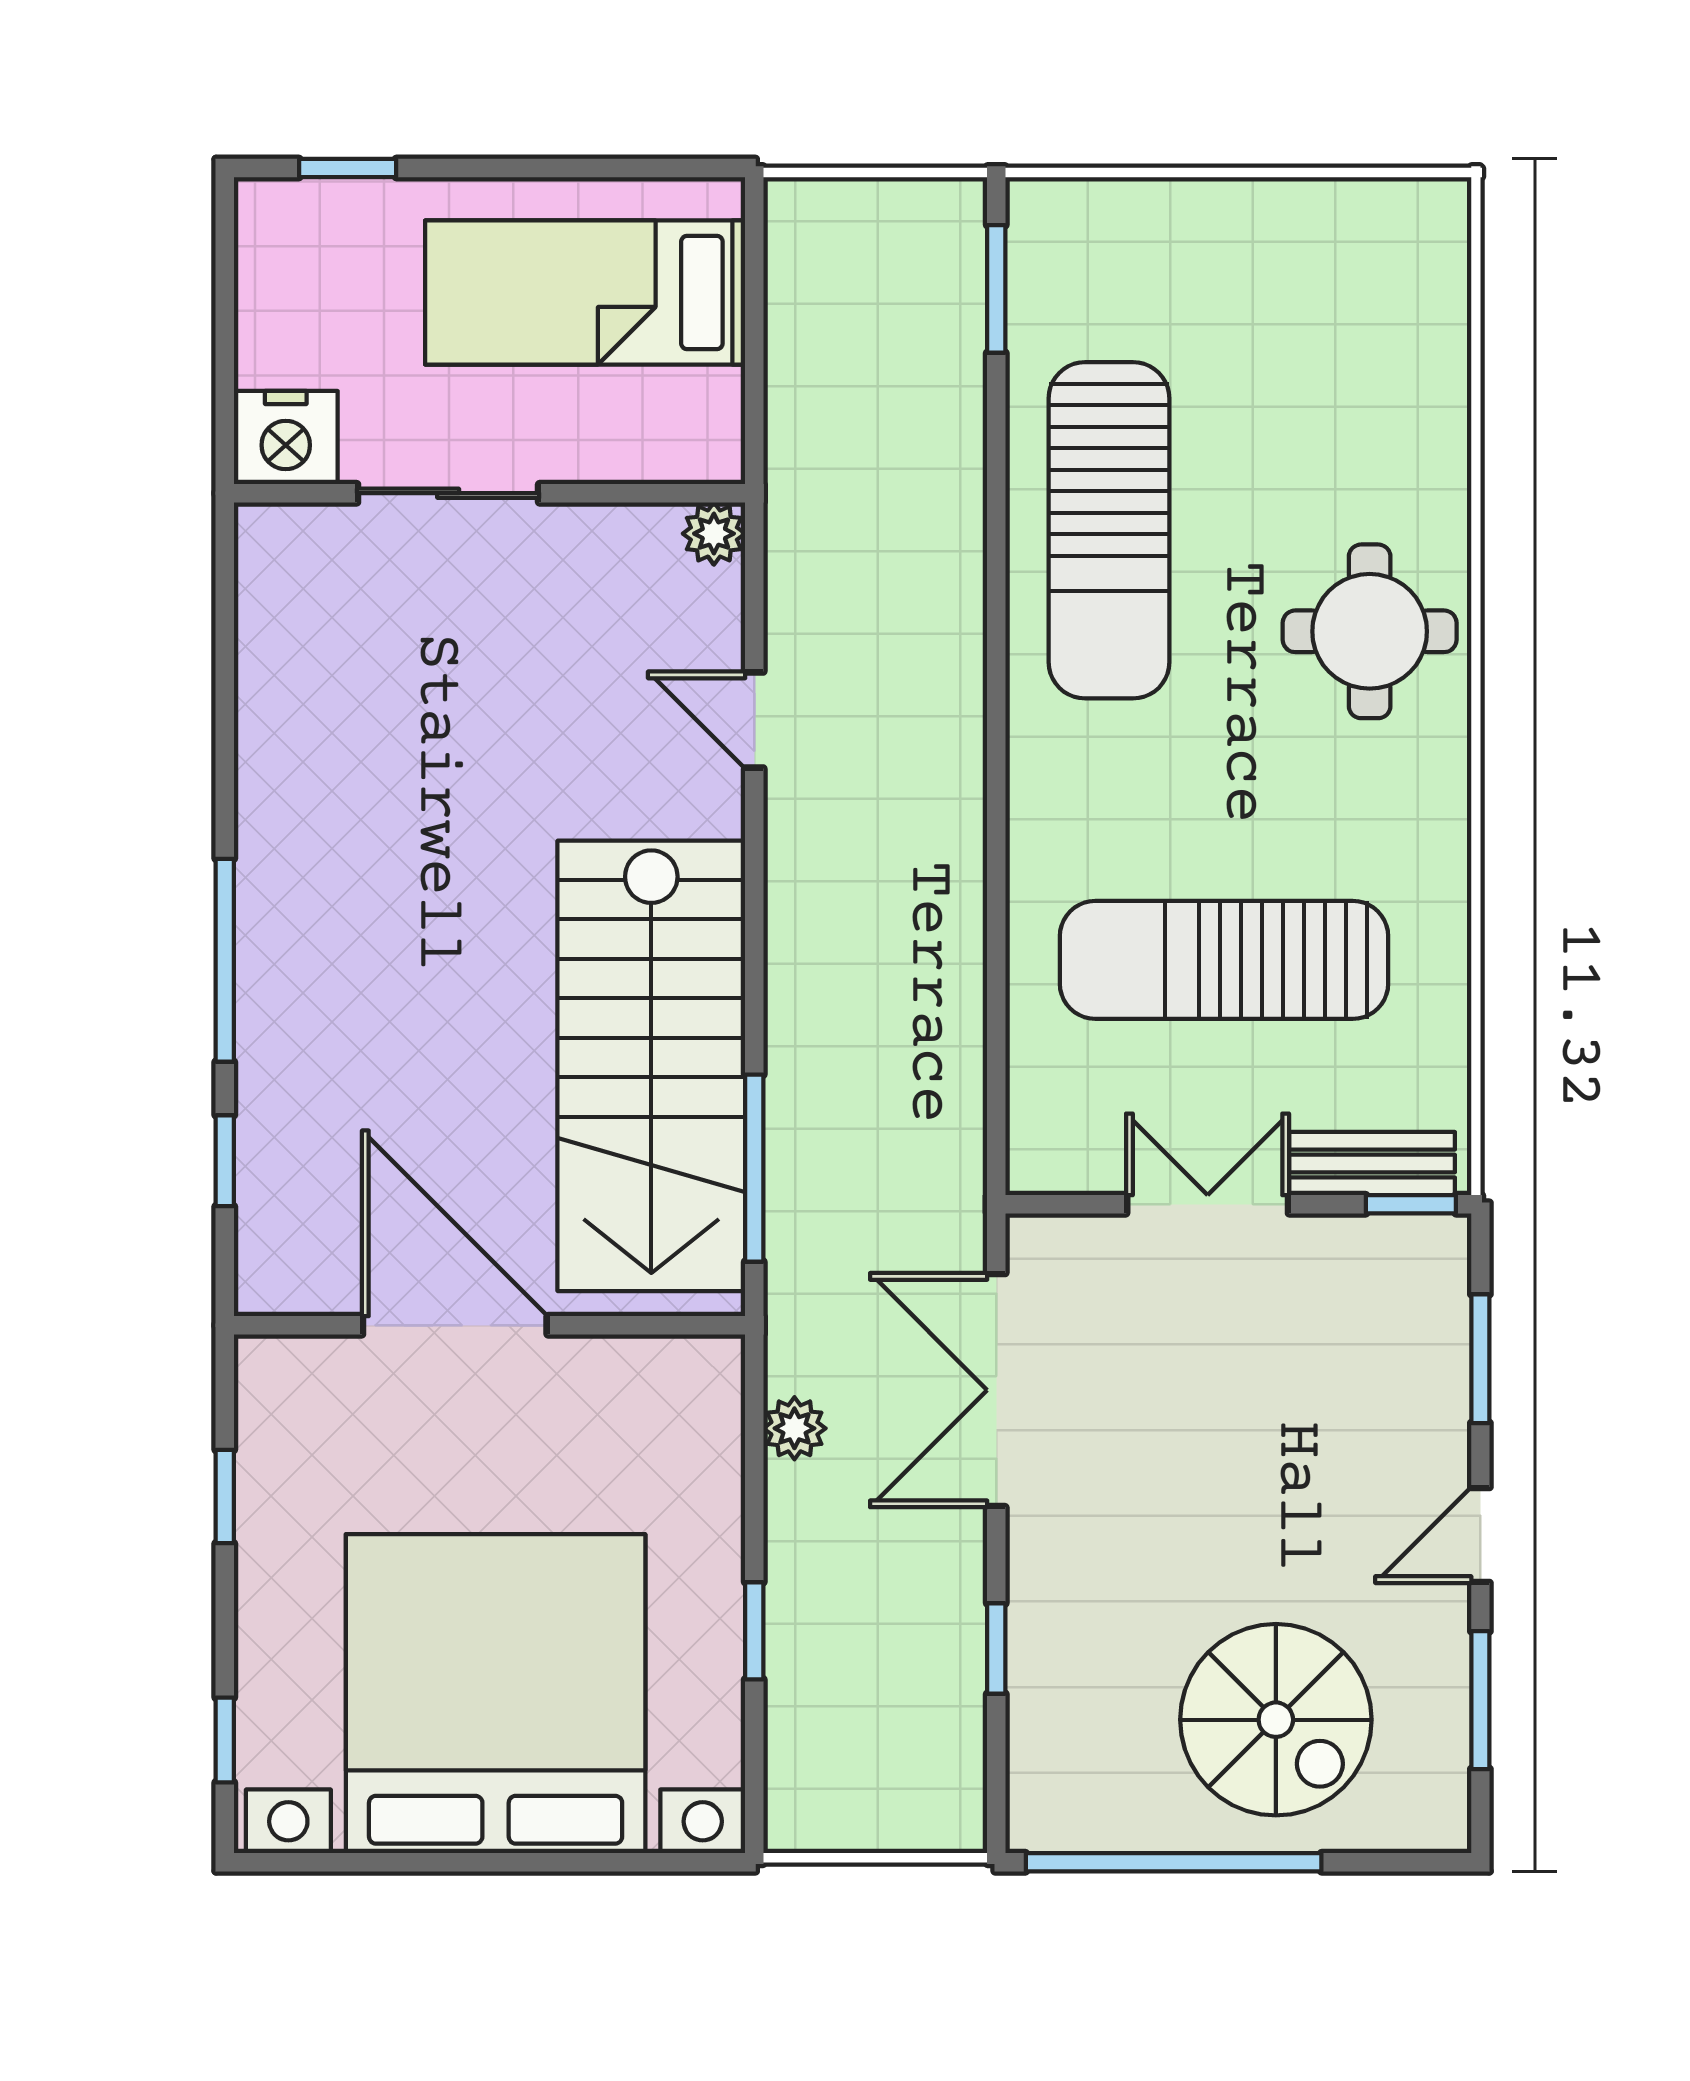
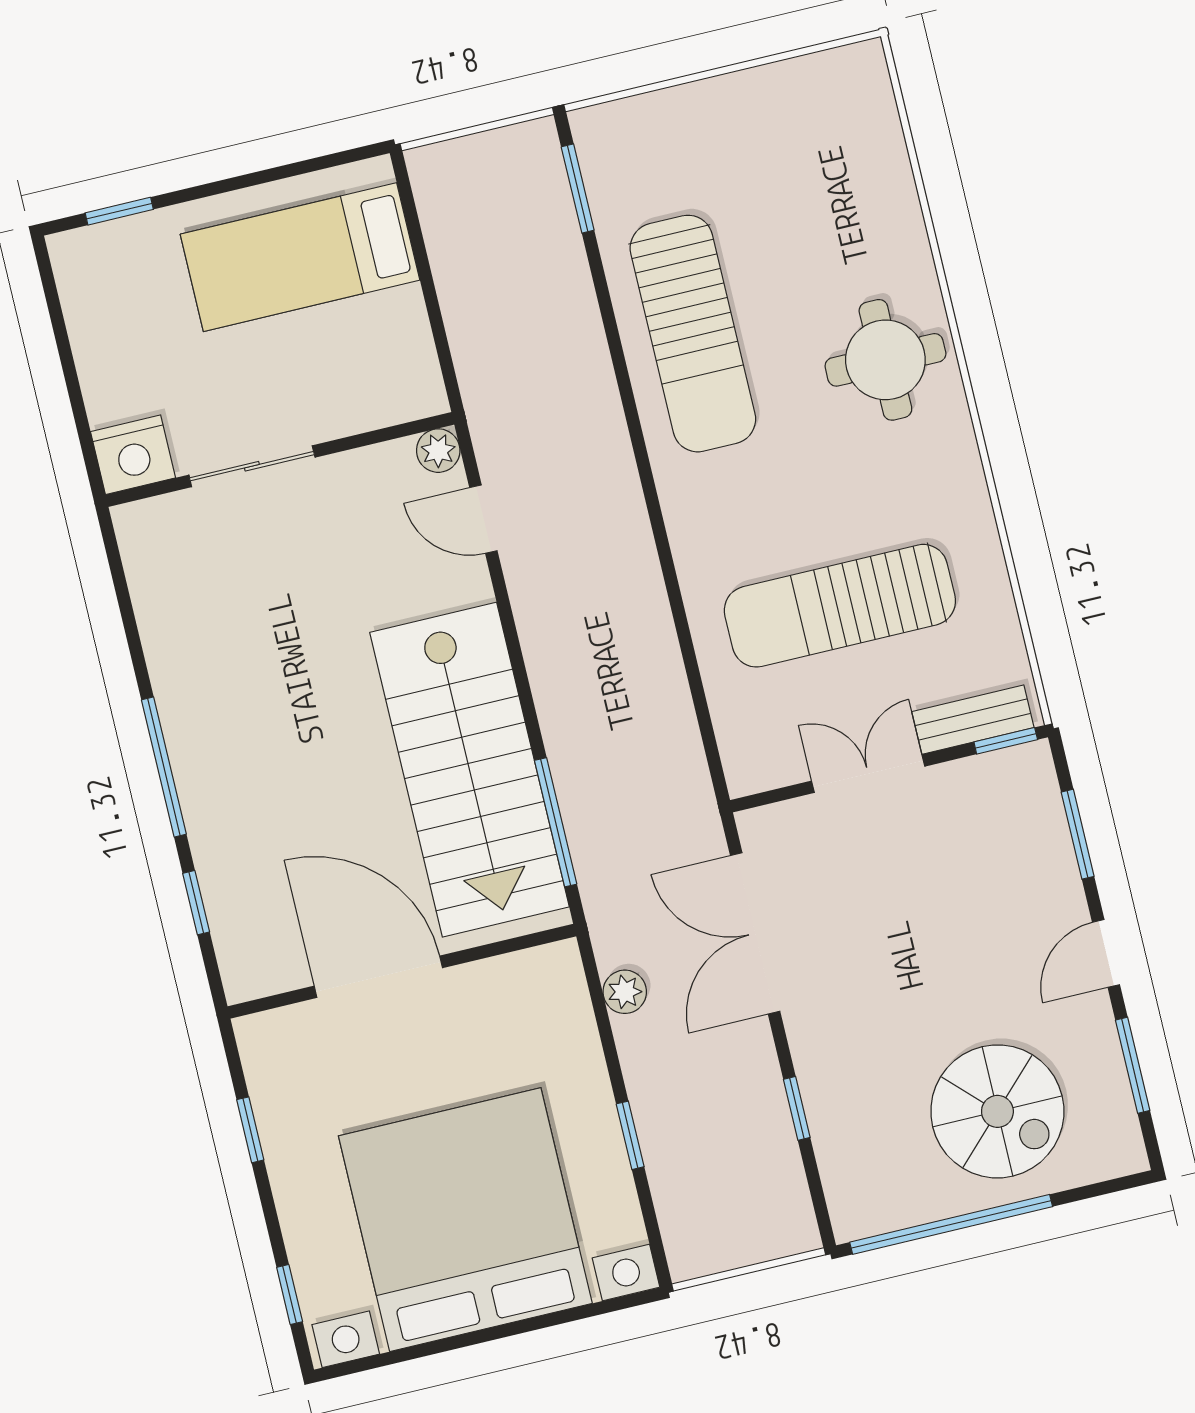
nightstand: (286, 438) -> (133, 455), moved
sliding door: (448, 493) -> (252, 466), moved
wall: (489, 493) -> (280, 459), moved
plant: (714, 534) -> (438, 451), moved

